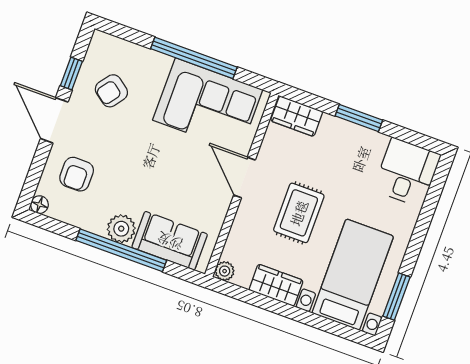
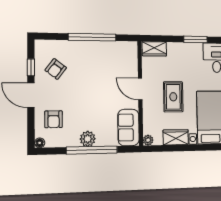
corner sofa: (208, 105) -> (108, 59), removed
window: (359, 118) -> (195, 39), moved
sofa: (170, 241) -> (128, 127), moved, turned -90

